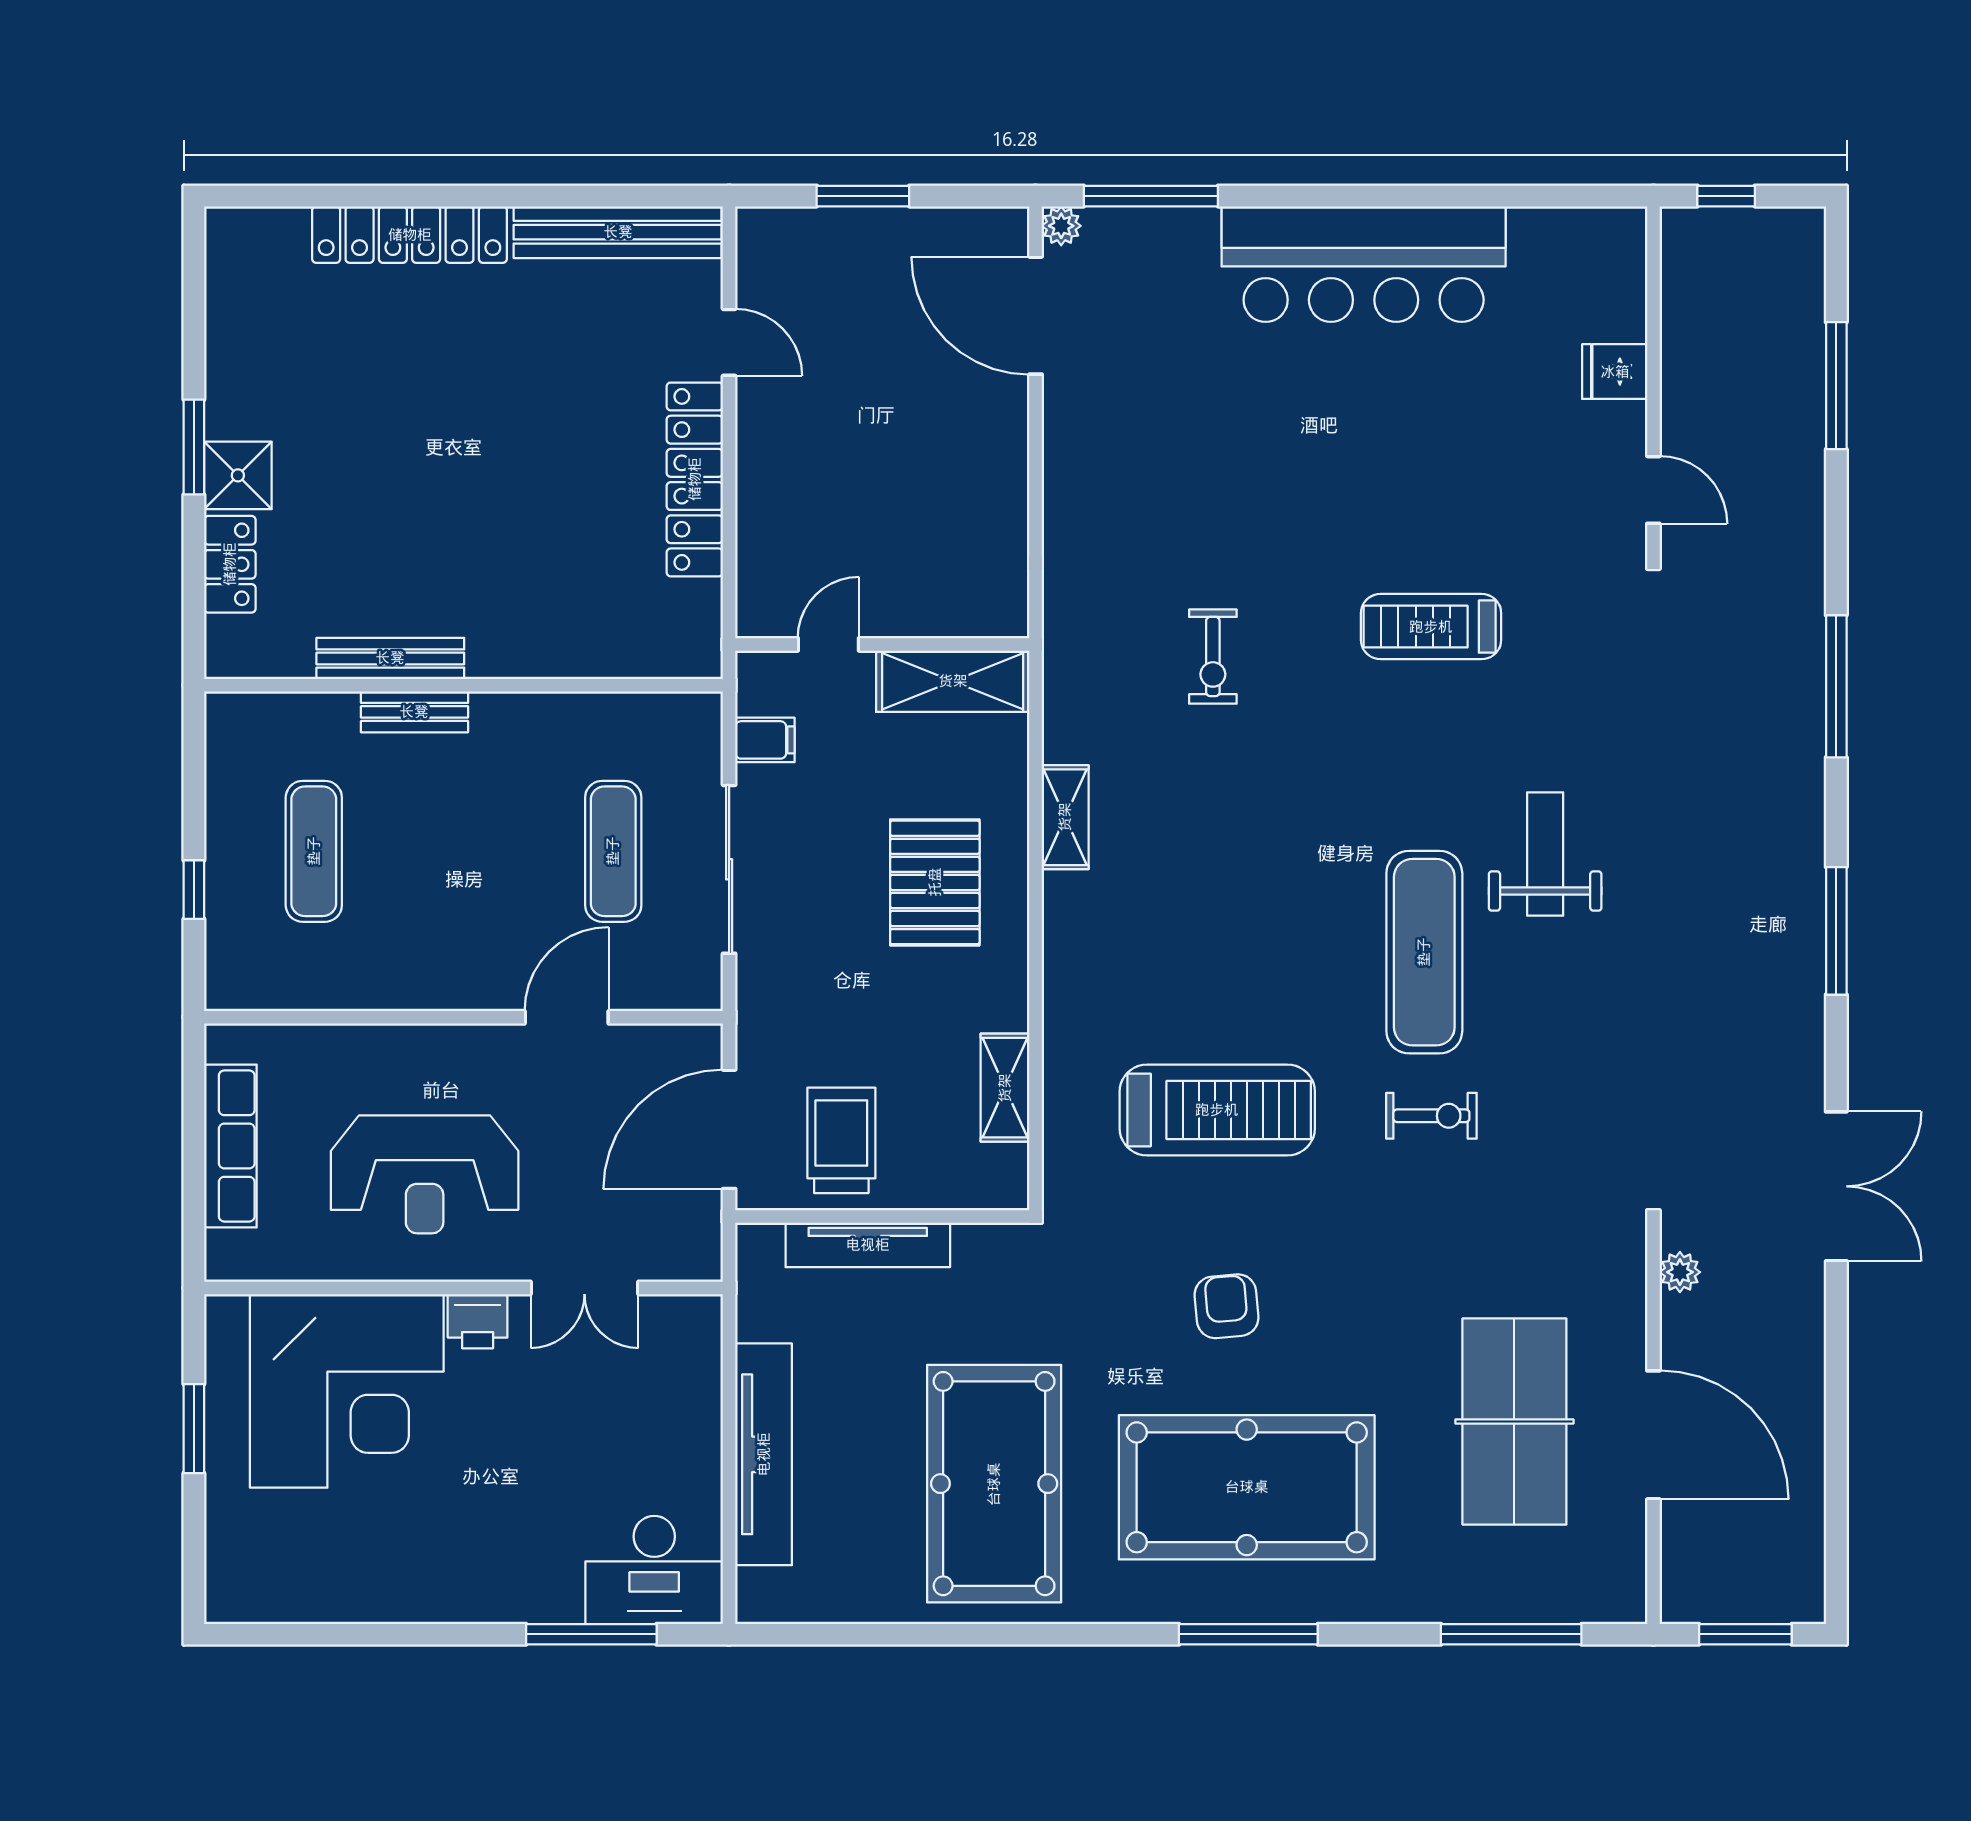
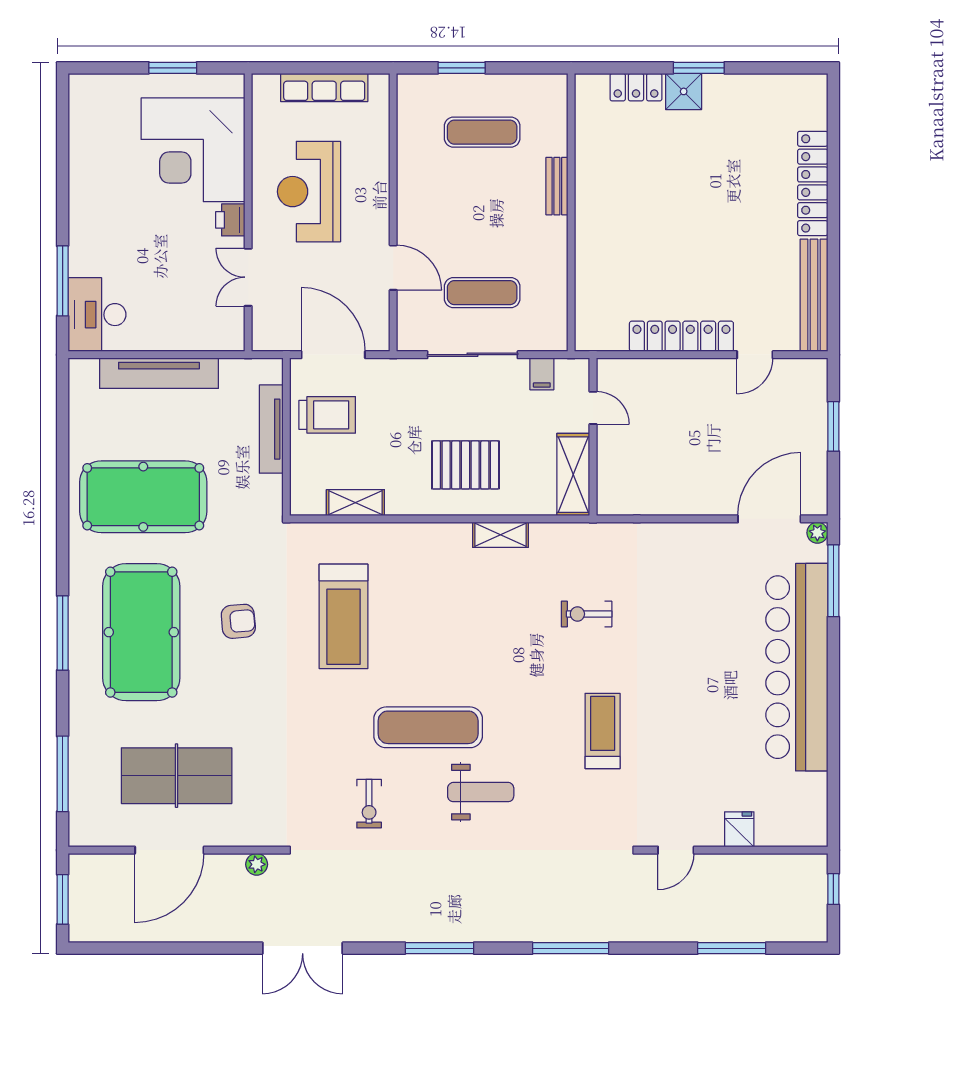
bar counter: (1364, 264) -> (797, 667), width x1.36
bench: (390, 658) -> (585, 173), removed
window: (194, 890) -> (462, 68), width x1.50
exercise bike: (1431, 1116) -> (369, 804), moved

